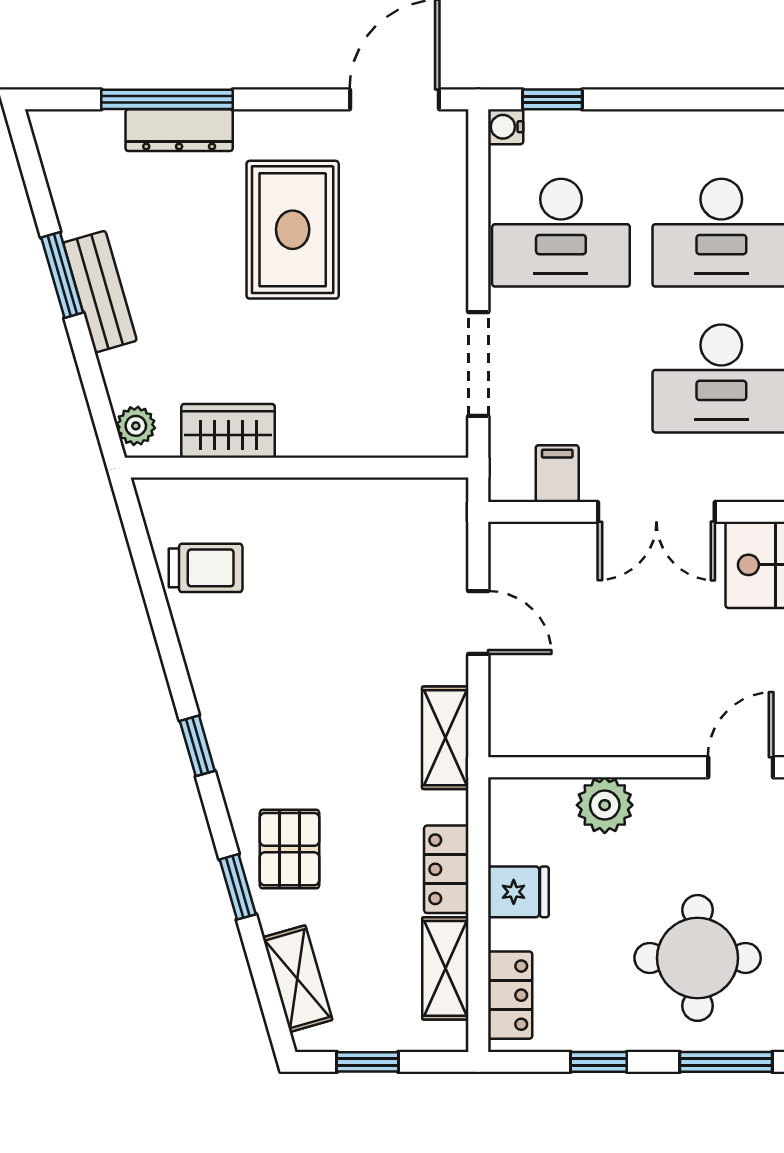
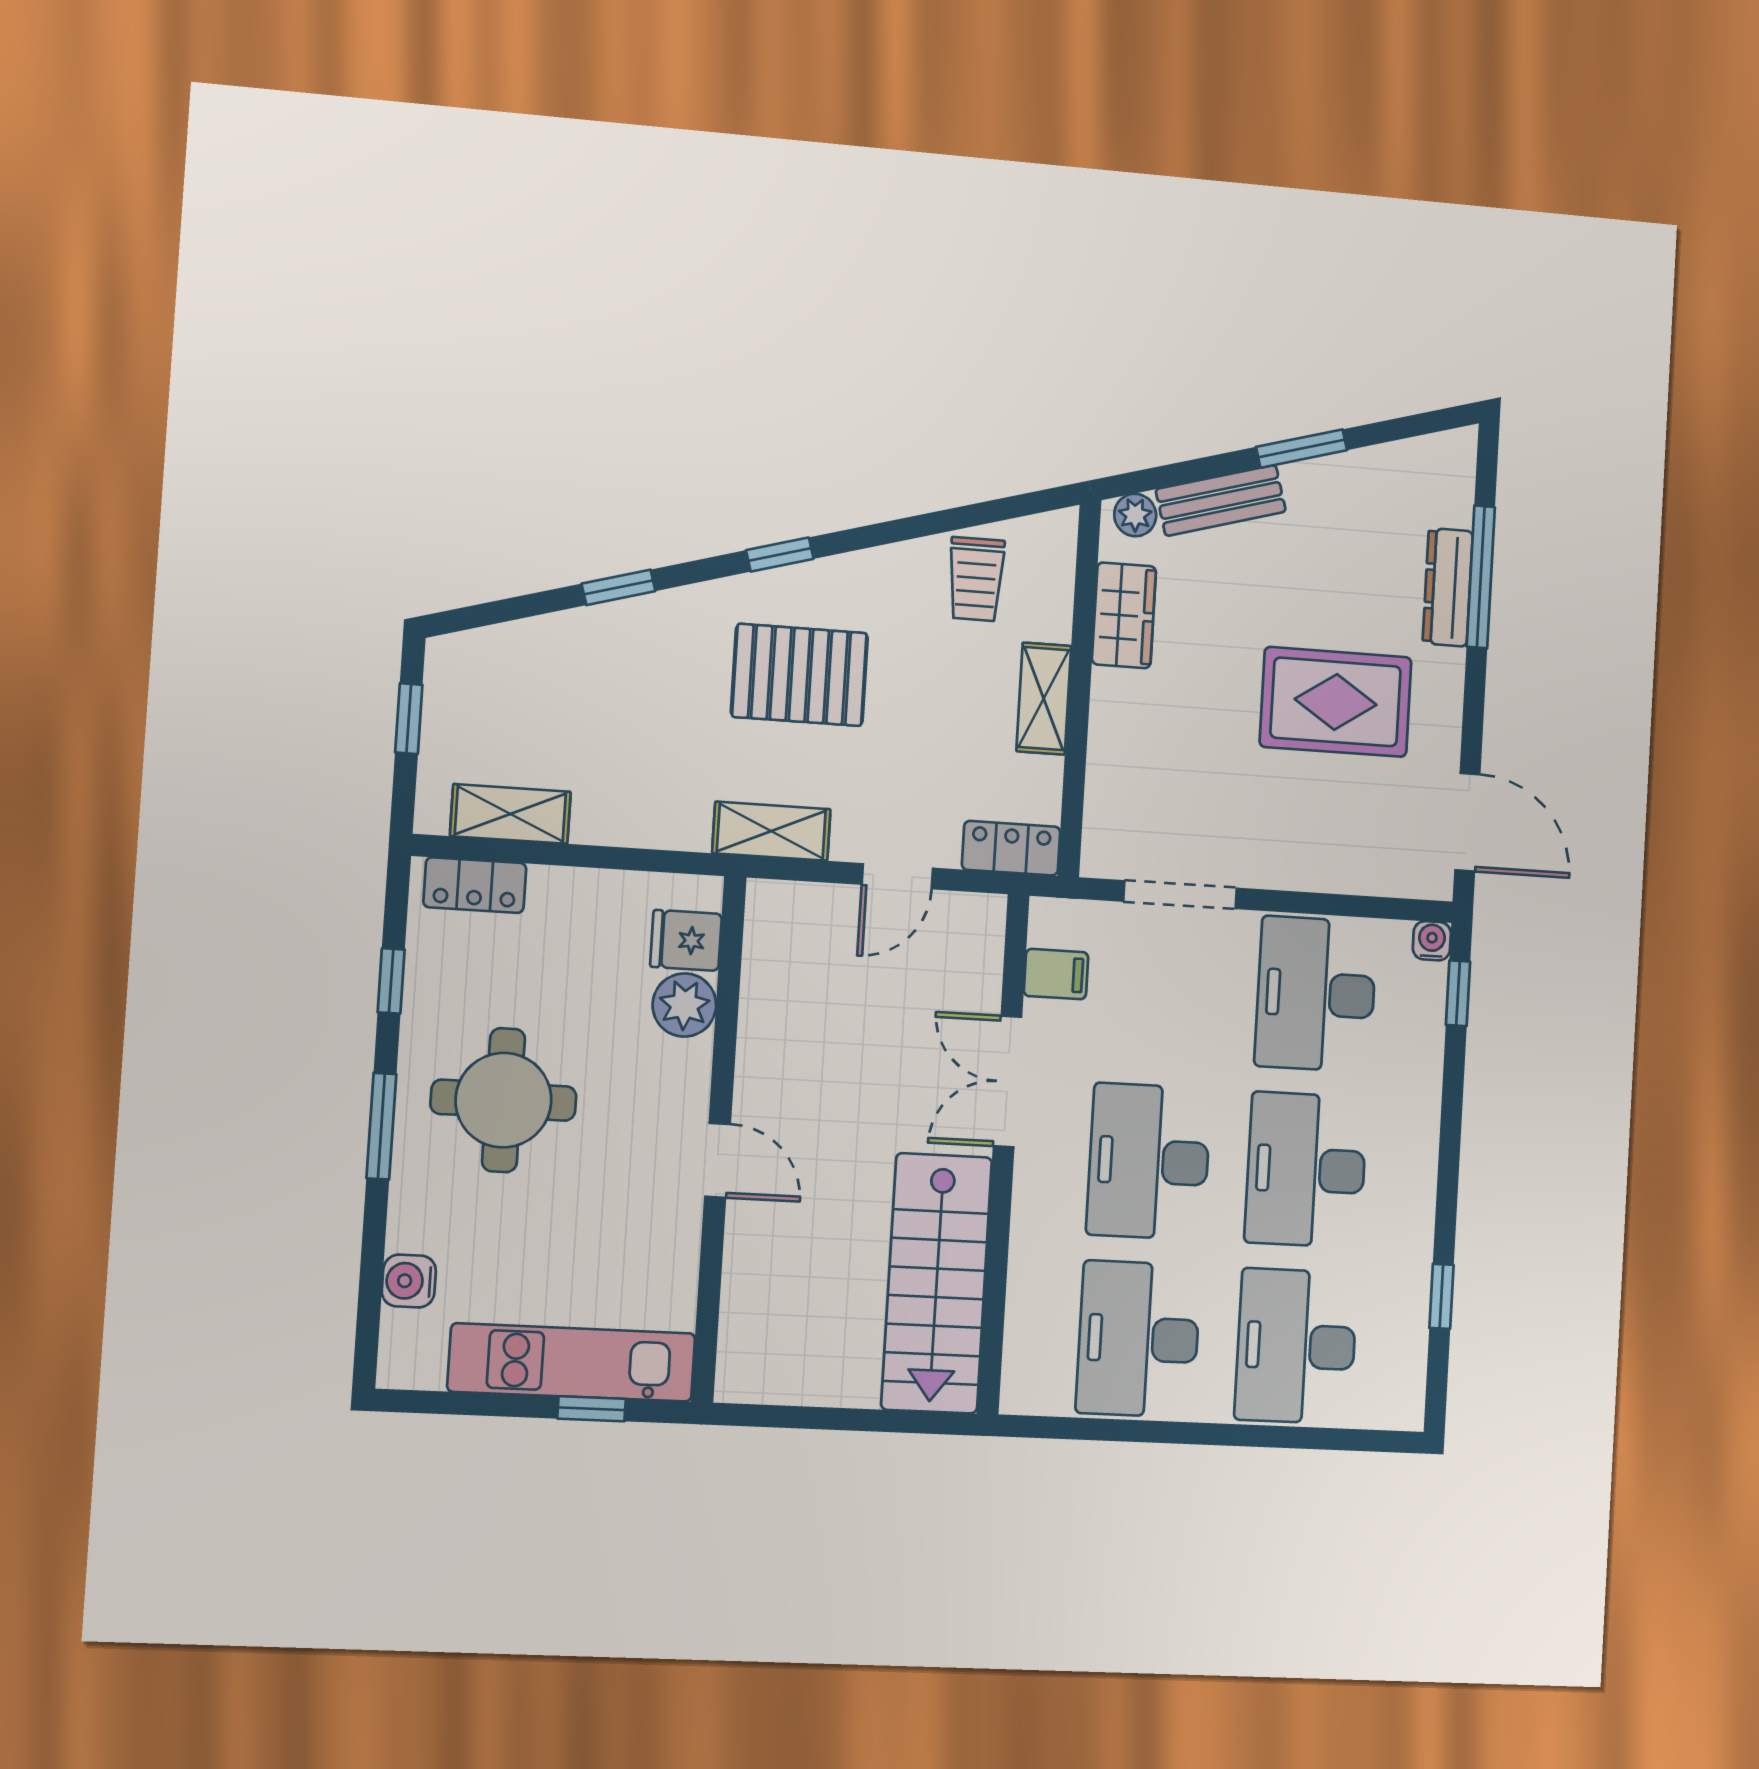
bench: (100, 292) -> (1221, 500), moved
pallet: (289, 849) -> (800, 675), moved, width x1.50, depth x1.42
locker: (446, 869) -> (1011, 848), moved
fridge: (518, 892) -> (686, 940), moved, turned 90
shelving: (297, 979) -> (1044, 699), moved, turned -74

